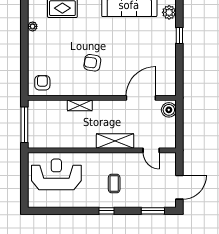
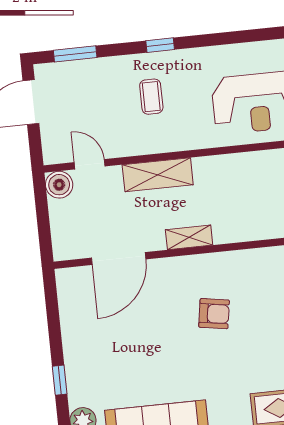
shelving: (80, 105) -> (189, 237), moved
boiler: (169, 110) -> (59, 185), moved

